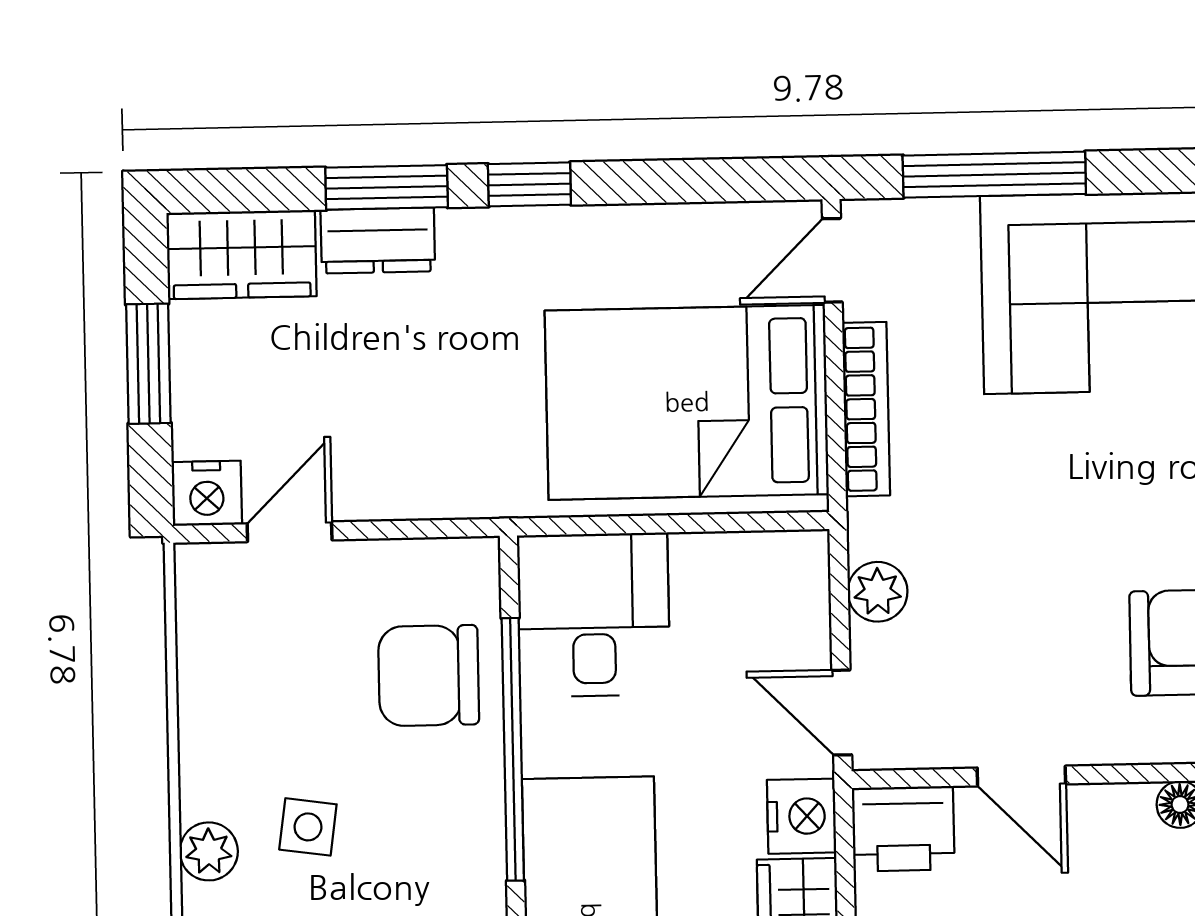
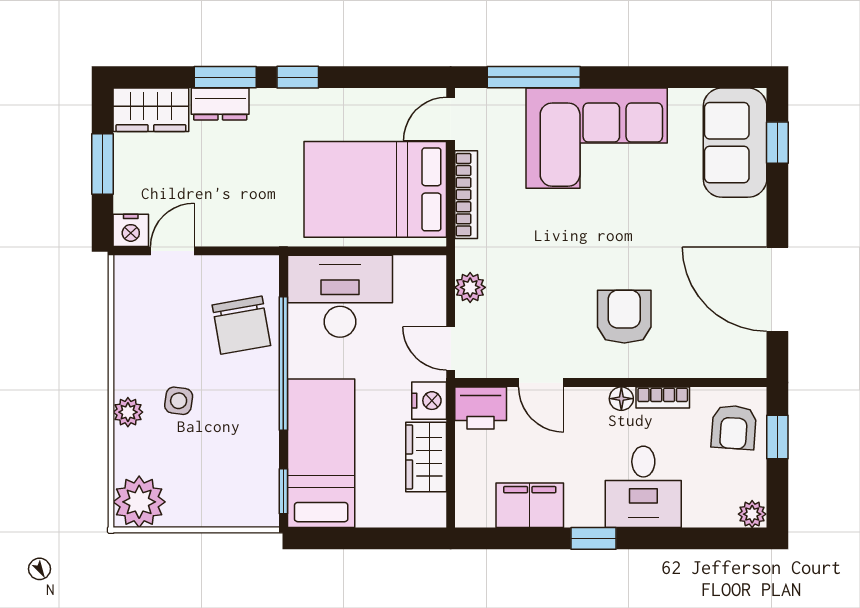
desk: (594, 615) -> (340, 296), width x1.37
chair: (429, 676) -> (241, 325), turned -100

